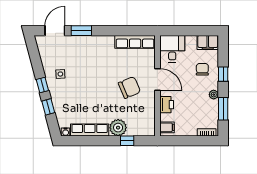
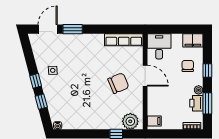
printer: (167, 105) -> (196, 103), moved, turned 180
plant: (118, 128) -> (130, 121), moved
row of seats: (90, 130) -> (81, 124), removed

